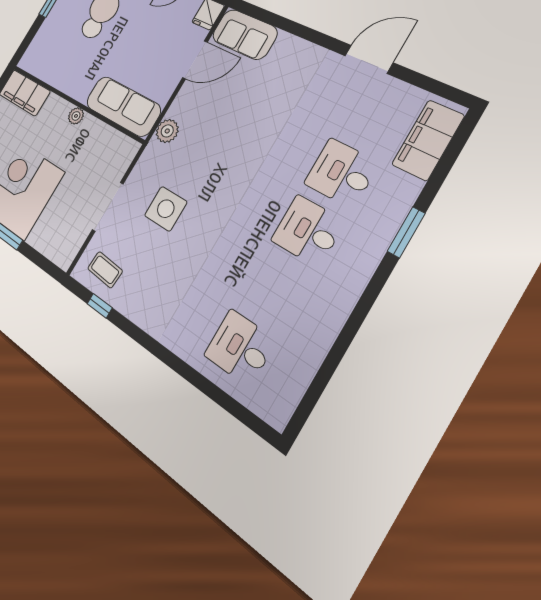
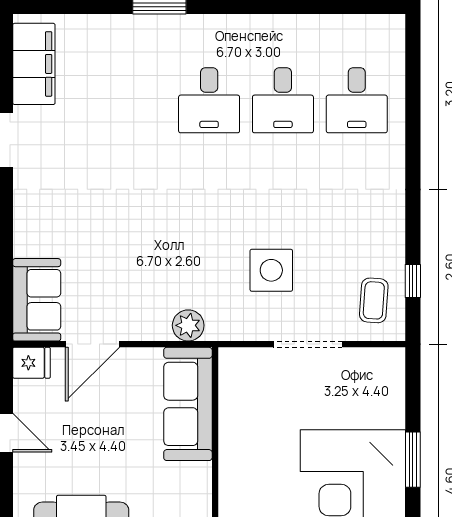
door: (195, 60) -> (92, 344), swing flipped
plant: (76, 116) -> (230, 463), removed
filing cabinet: (428, 140) -> (34, 64), moved, turned -90
desk: (341, 173) -> (283, 100), moved

